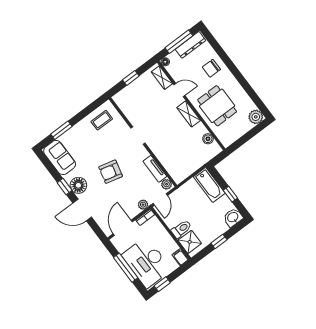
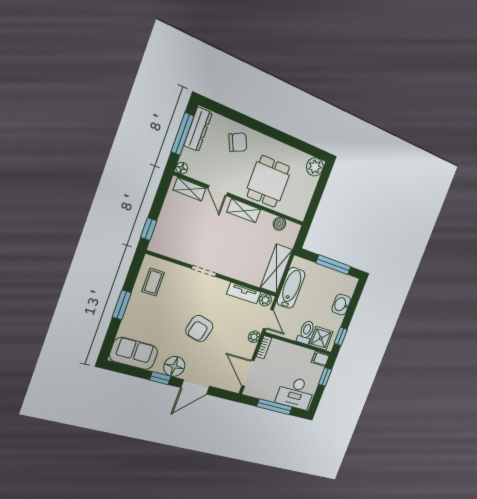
chair: (211, 68) -> (238, 142), turned -115
window: (131, 78) -> (149, 229), moved
door: (179, 90) -> (218, 191), swing flipped
dining table: (217, 106) -> (268, 181), turned 90
window: (61, 130) -> (122, 305), moved
shelving: (187, 168) -> (276, 269), added
bathtub: (209, 185) -> (291, 288), moved, turned -90
window: (230, 194) -> (333, 265), width x2.17
washbasin: (233, 217) -> (341, 305), moved
window: (219, 241) -> (341, 336), moved
desk: (147, 262) -> (296, 393), width x0.73, depth x0.77
window: (162, 284) -> (325, 377), moved

